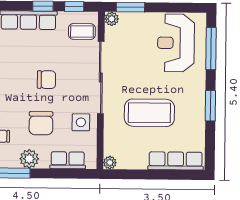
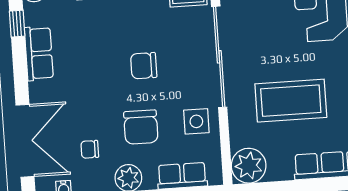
chair: (46, 80) -> (144, 66), turned 180
plant: (110, 163) -> (249, 166), width x1.87, depth x1.87

